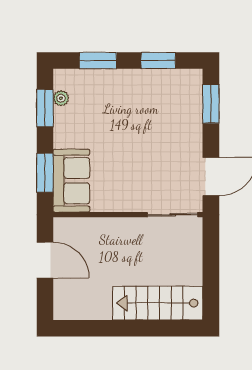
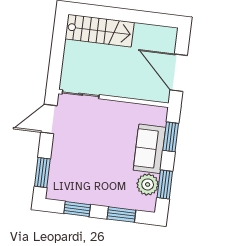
plant: (61, 98) -> (148, 184), width x1.87, depth x1.87
sofa: (71, 181) -> (149, 149), moved
door: (45, 260) -> (179, 73), width x1.36

